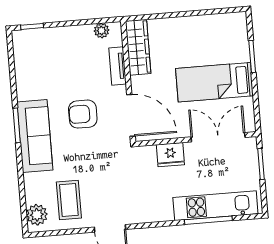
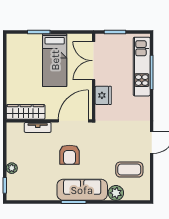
plant: (102, 31) -> (12, 168), moved
plant: (37, 215) -> (116, 193), moved

